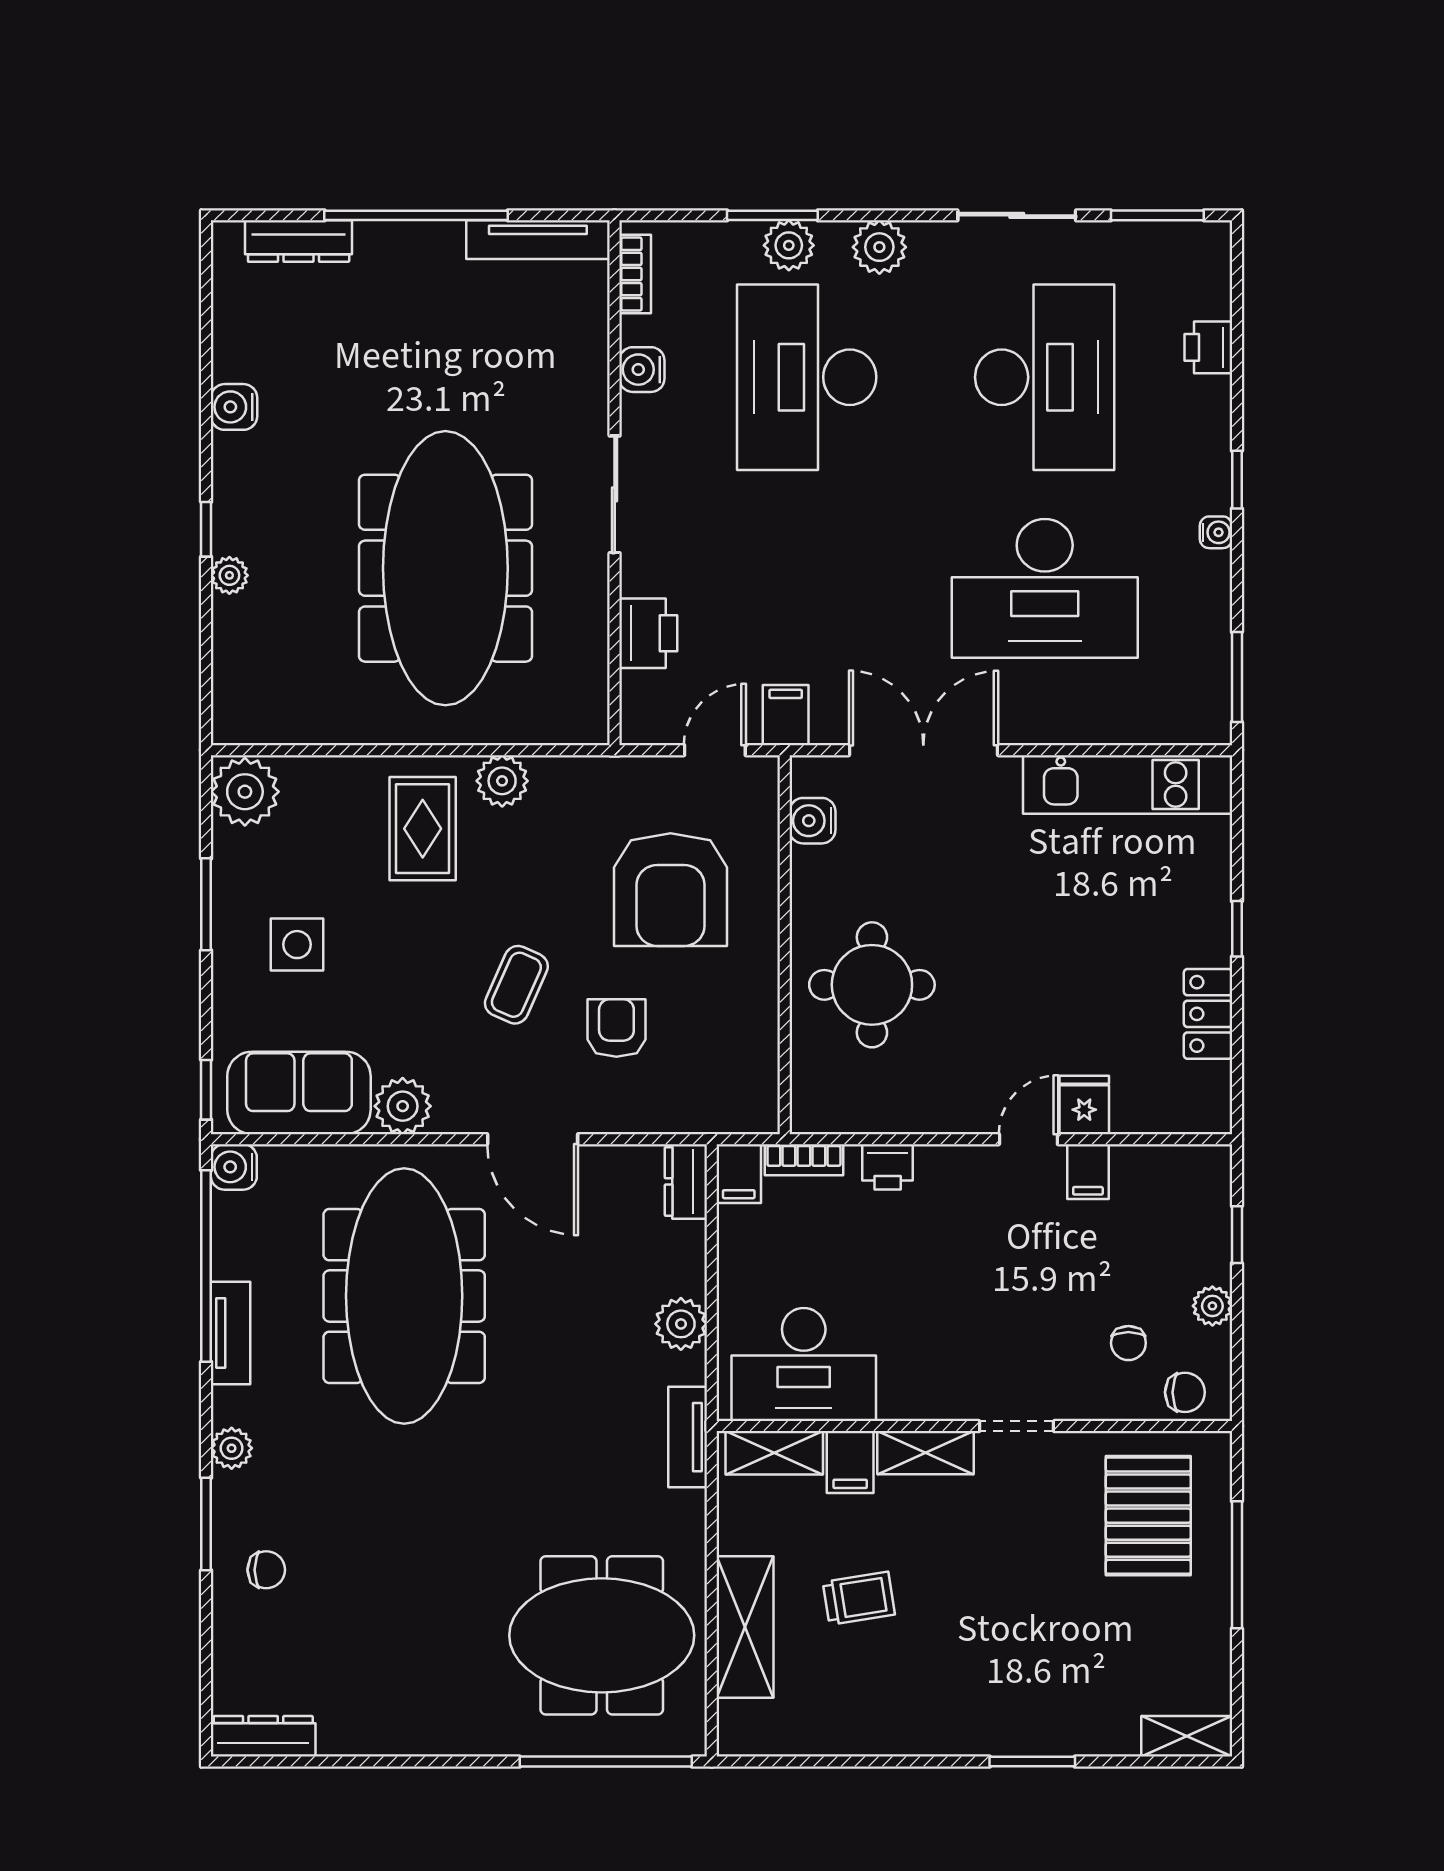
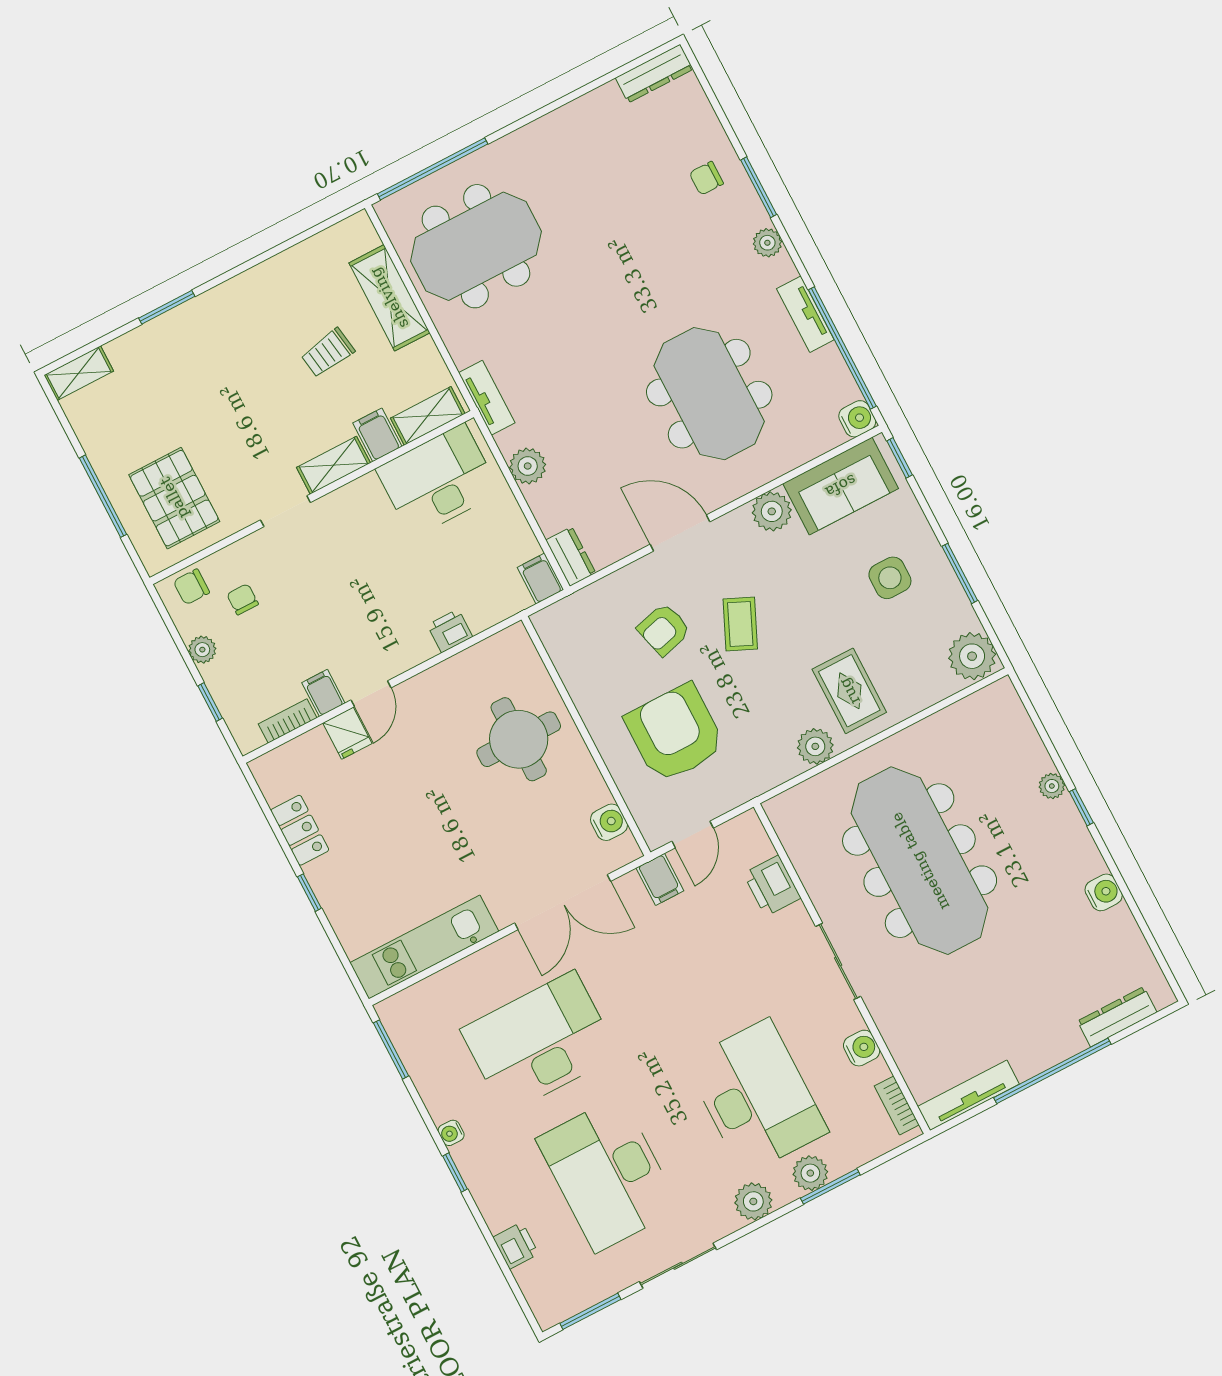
armchair: (616, 1028) -> (664, 629), turned 75
bookcase: (804, 1160) -> (288, 721), moved
meeting table: (404, 1296) -> (709, 394), width x0.73

